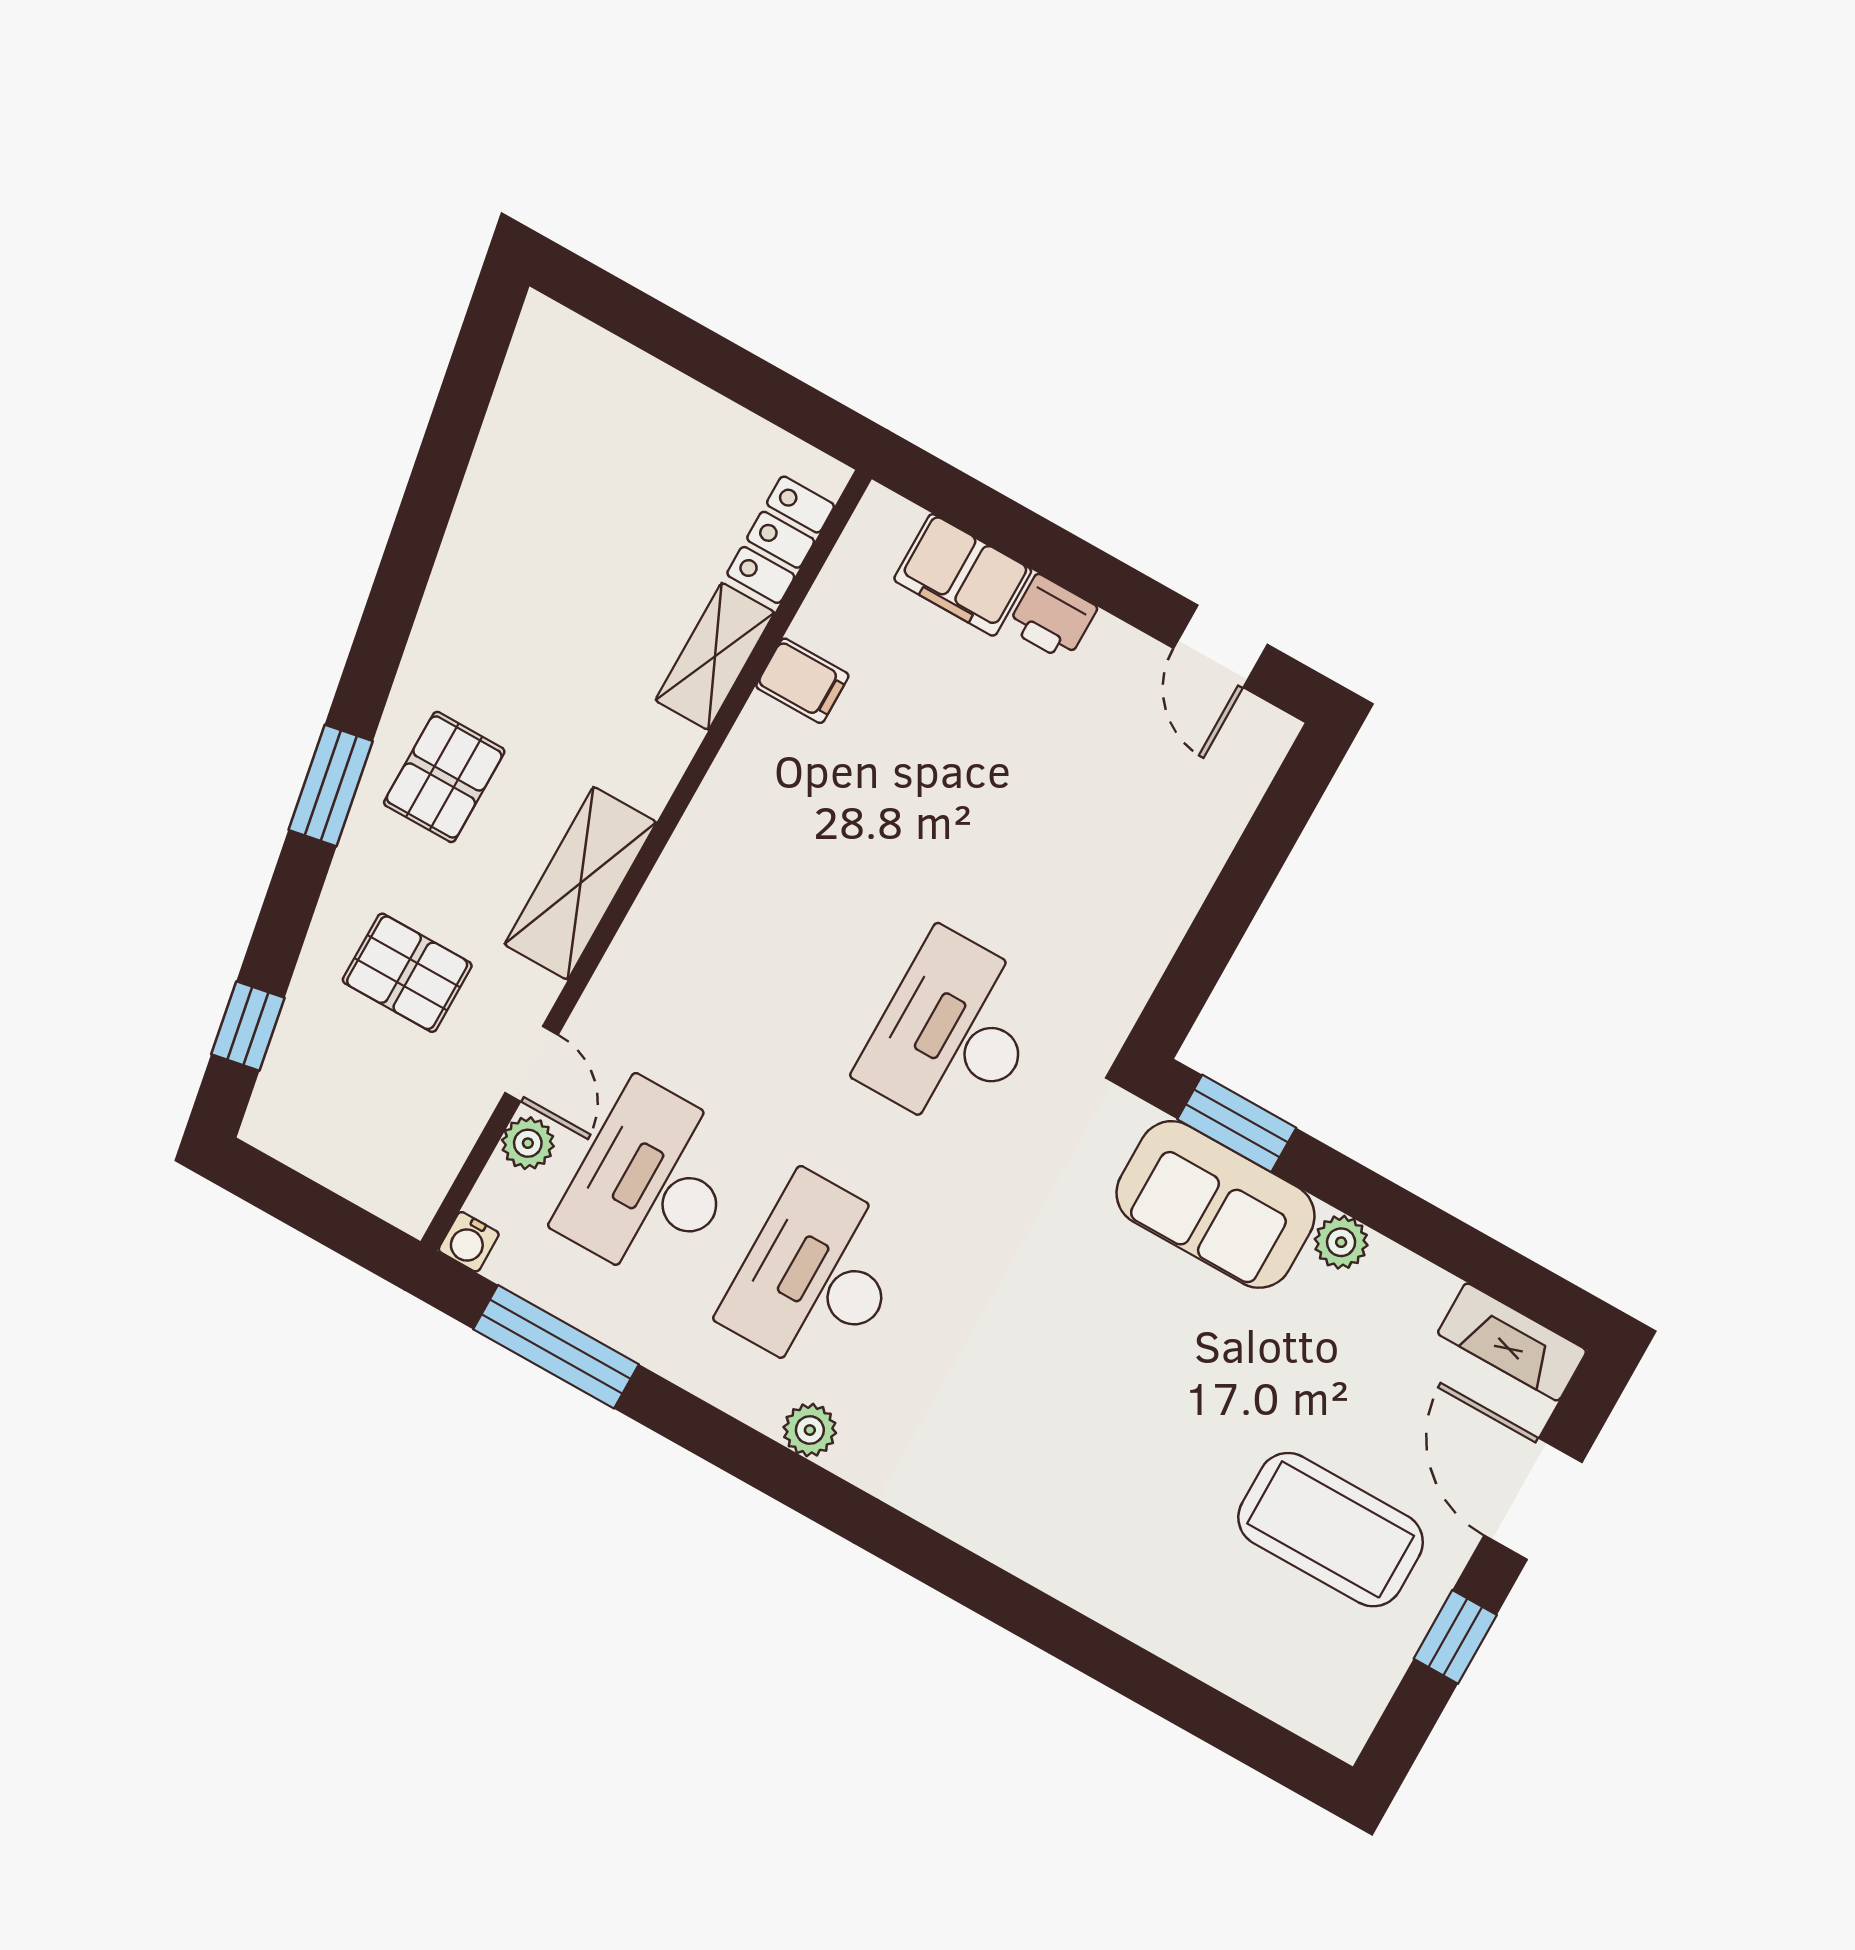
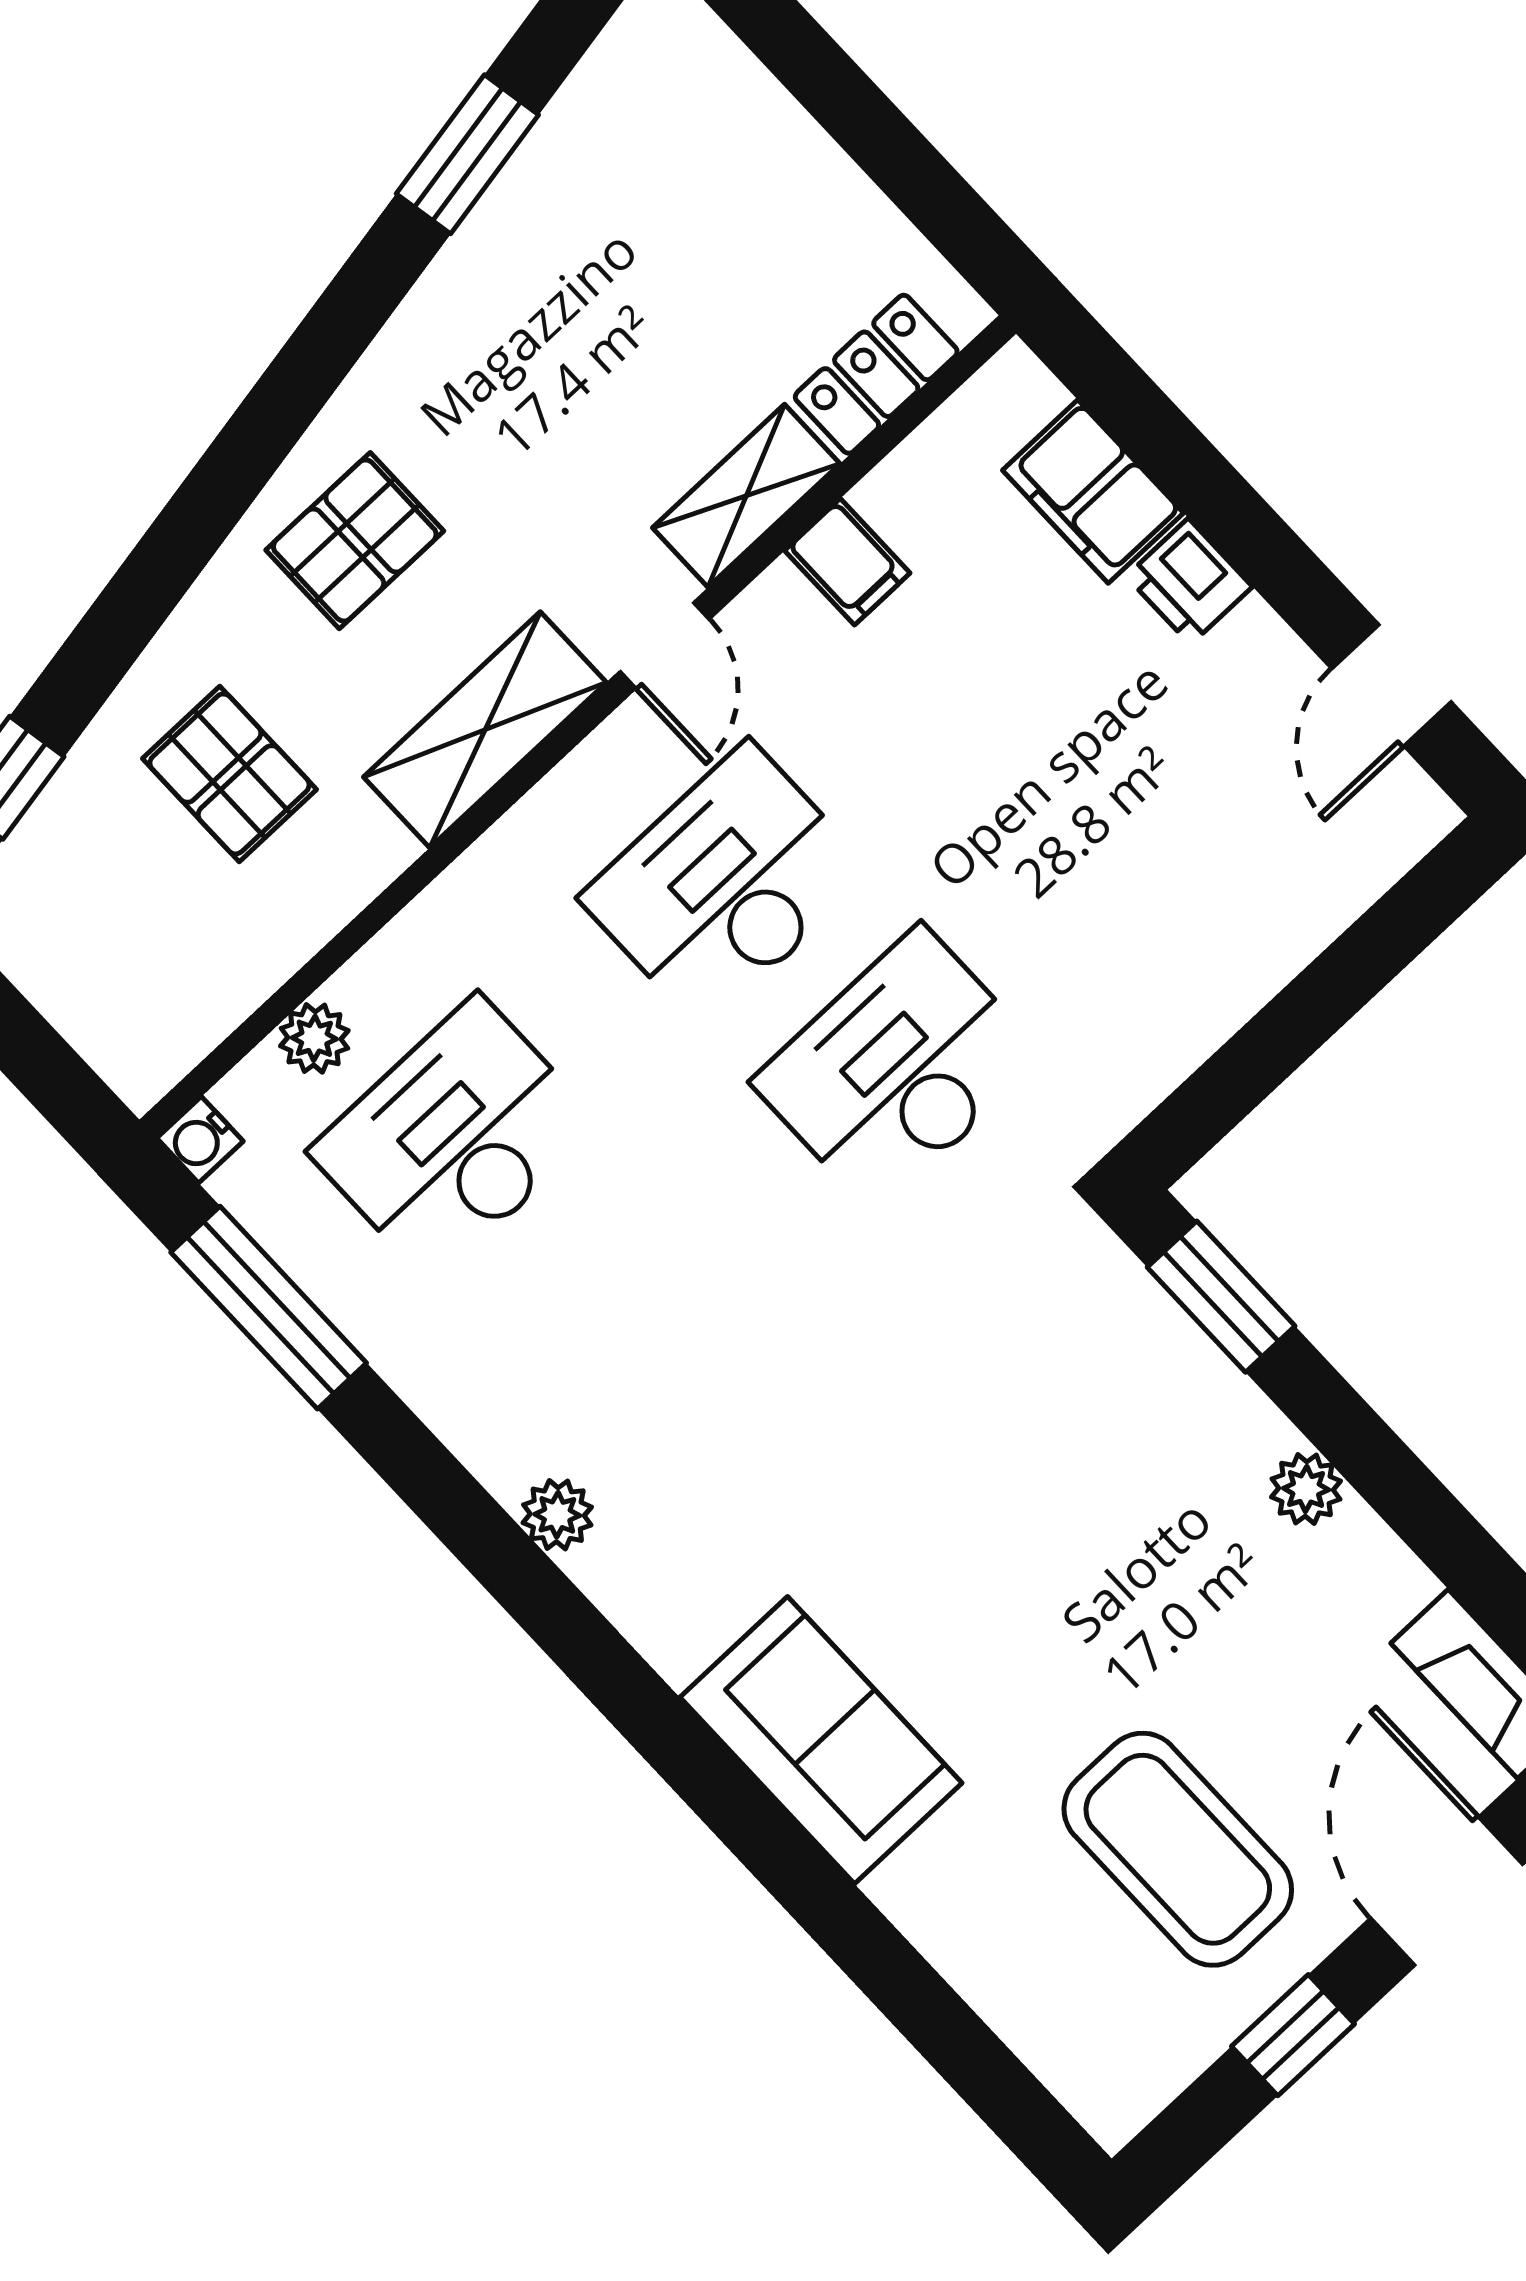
window: (331, 785) -> (467, 154), moved
door: (532, 1064) -> (665, 645), moved
sofa: (1216, 1204) -> (821, 1740), moved, turned 180
desk: (817, 1276) -> (726, 885), moved

